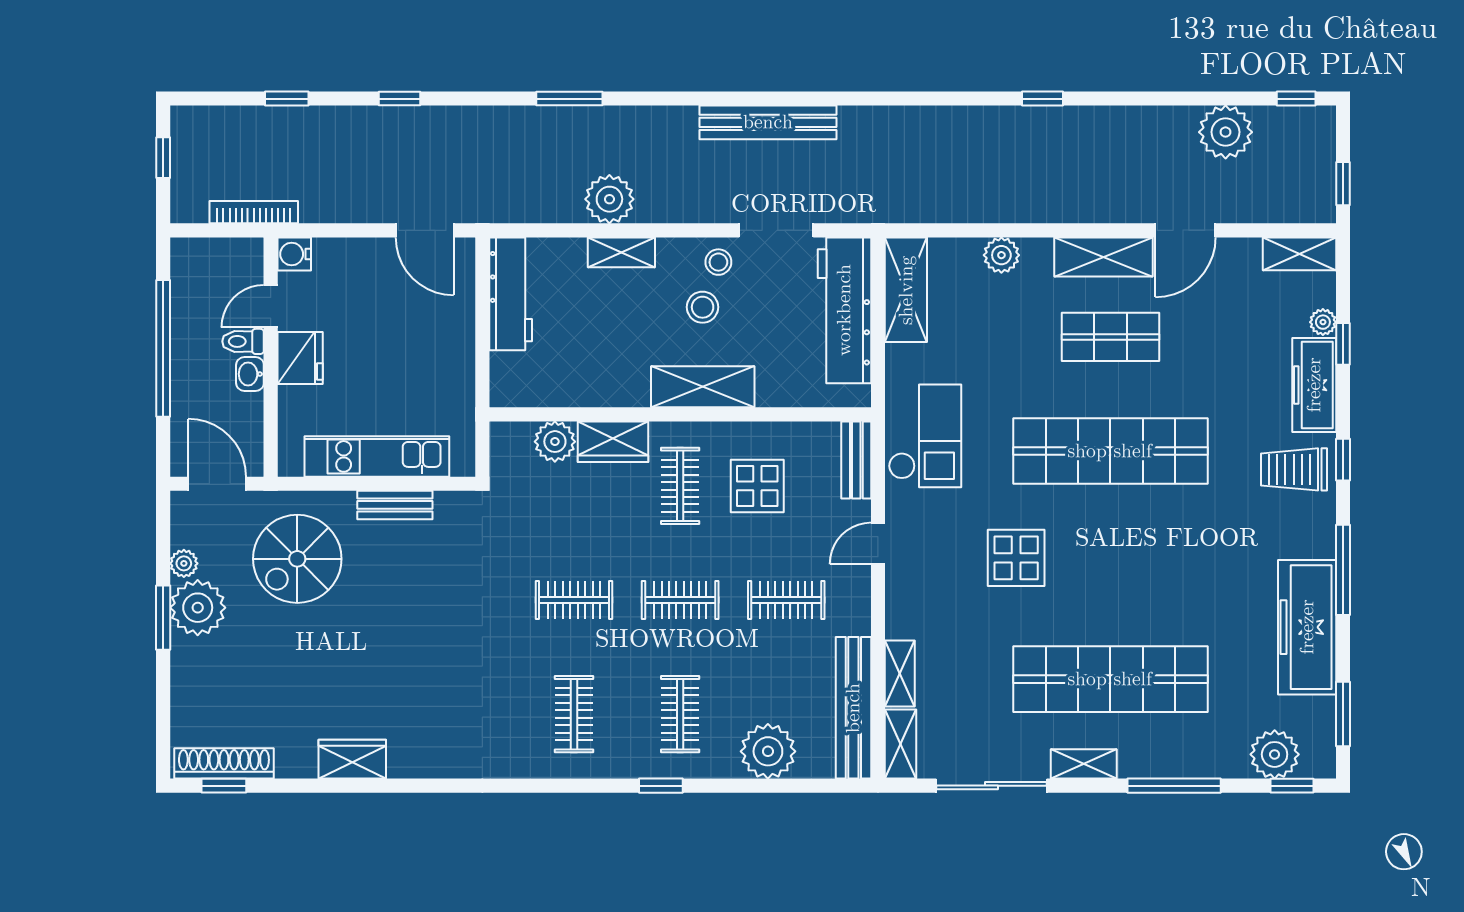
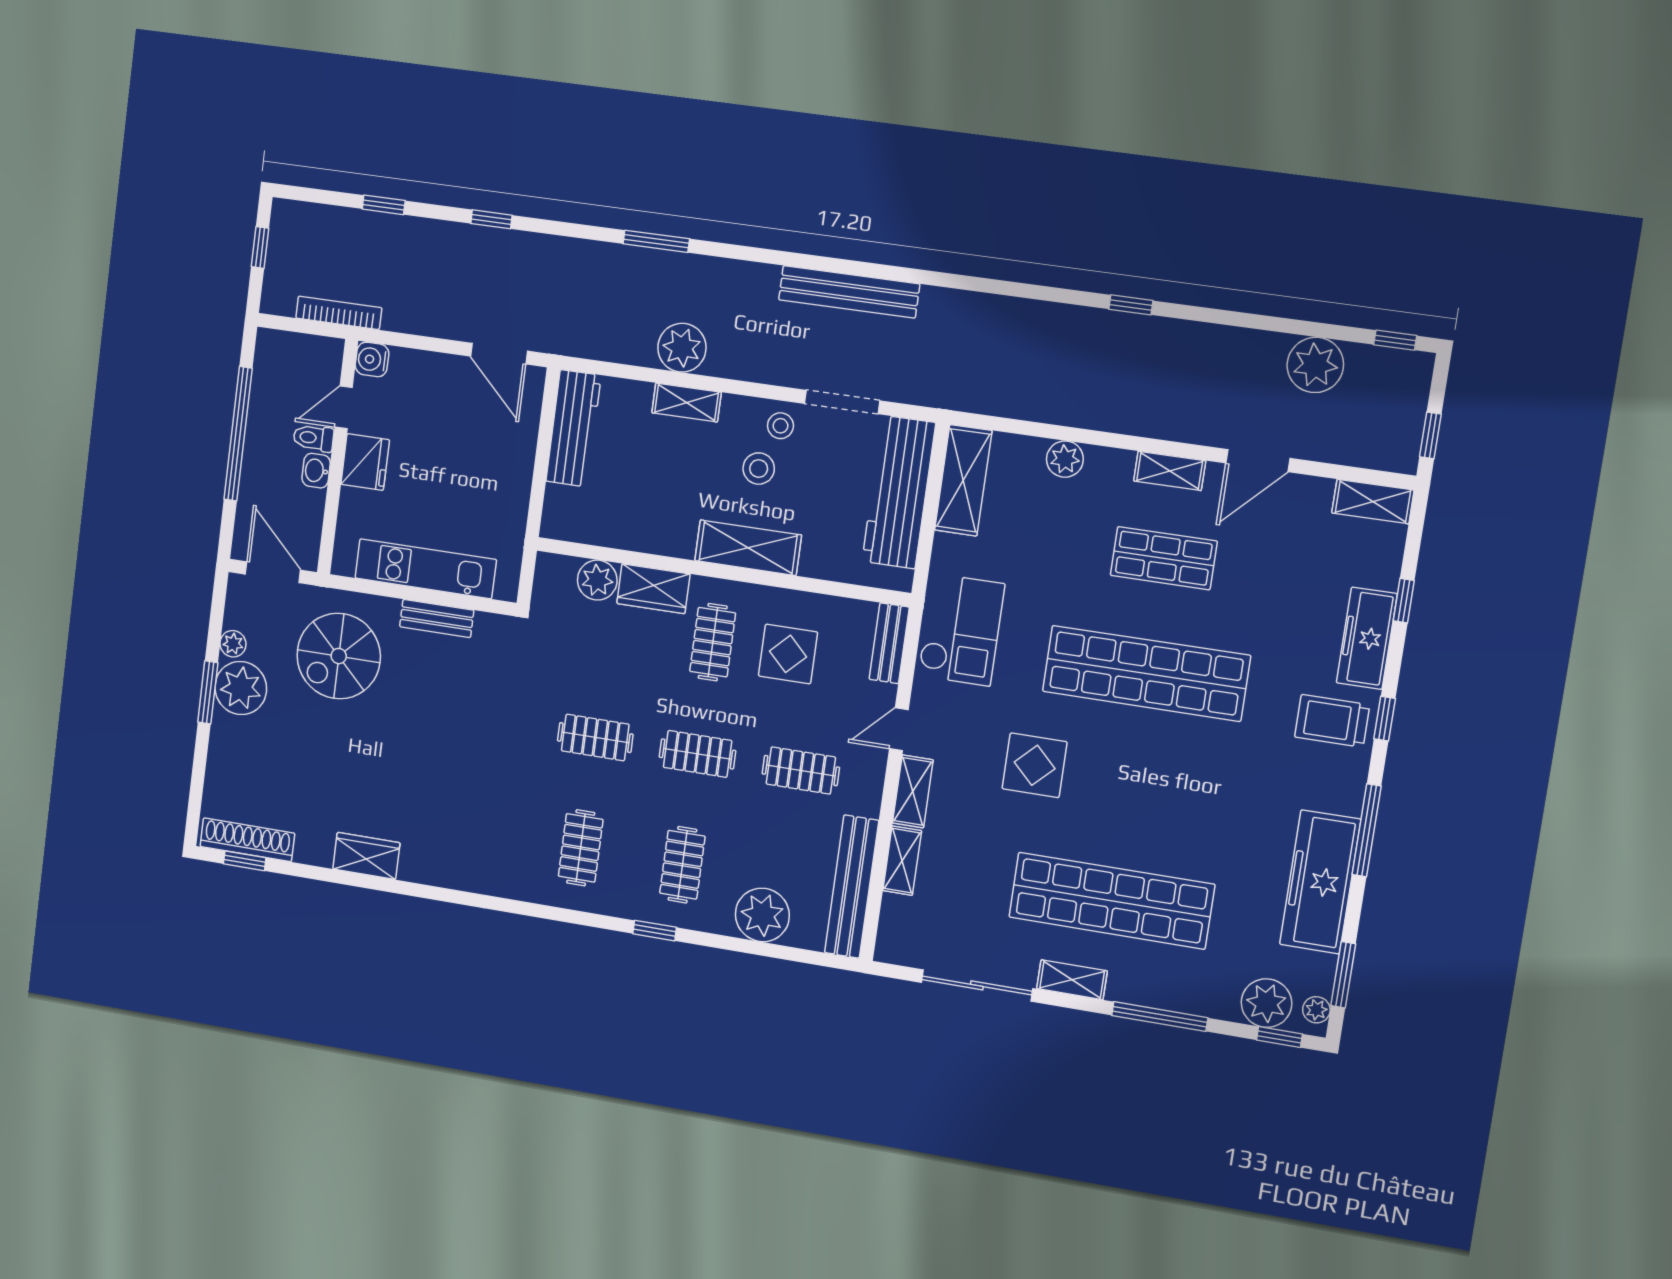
shelving: (1103, 257) -> (1170, 471), width x0.67, depth x0.75
plant: (1323, 322) -> (1316, 1010), moved
shelving: (901, 744) -> (913, 791), moved

